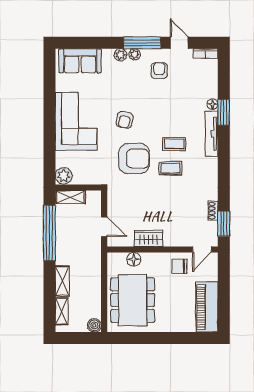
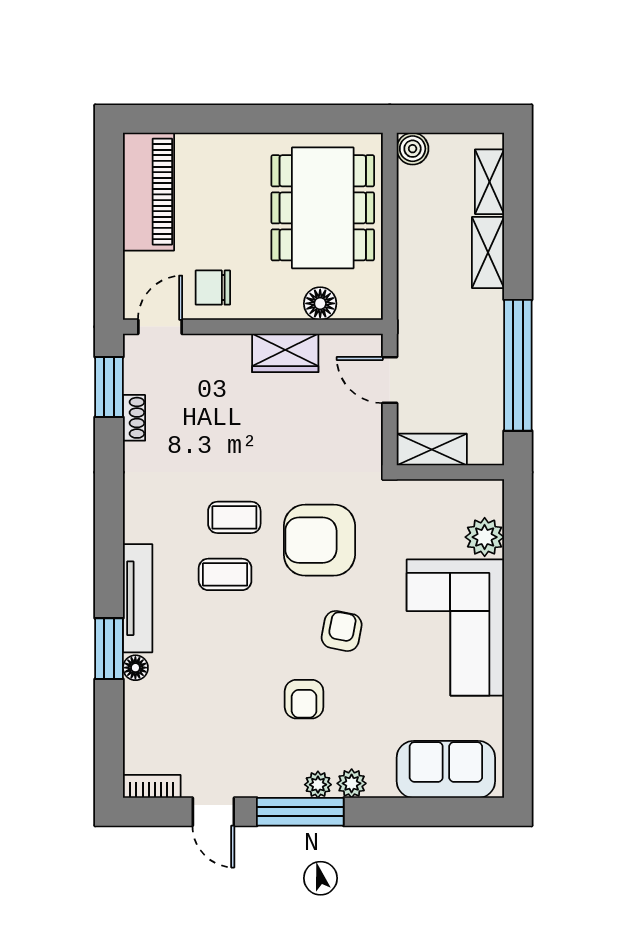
armchair: (159, 71) -> (304, 699), moved
plant: (64, 176) -> (485, 537), moved
shelving: (70, 197) -> (432, 449), moved
chair: (179, 266) -> (213, 288), turned 180

